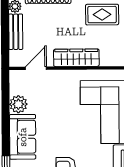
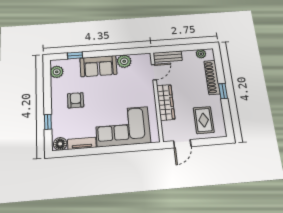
bench: (16, 32) -> (168, 57), moved
door: (36, 68) -> (154, 72), hinge flipped

